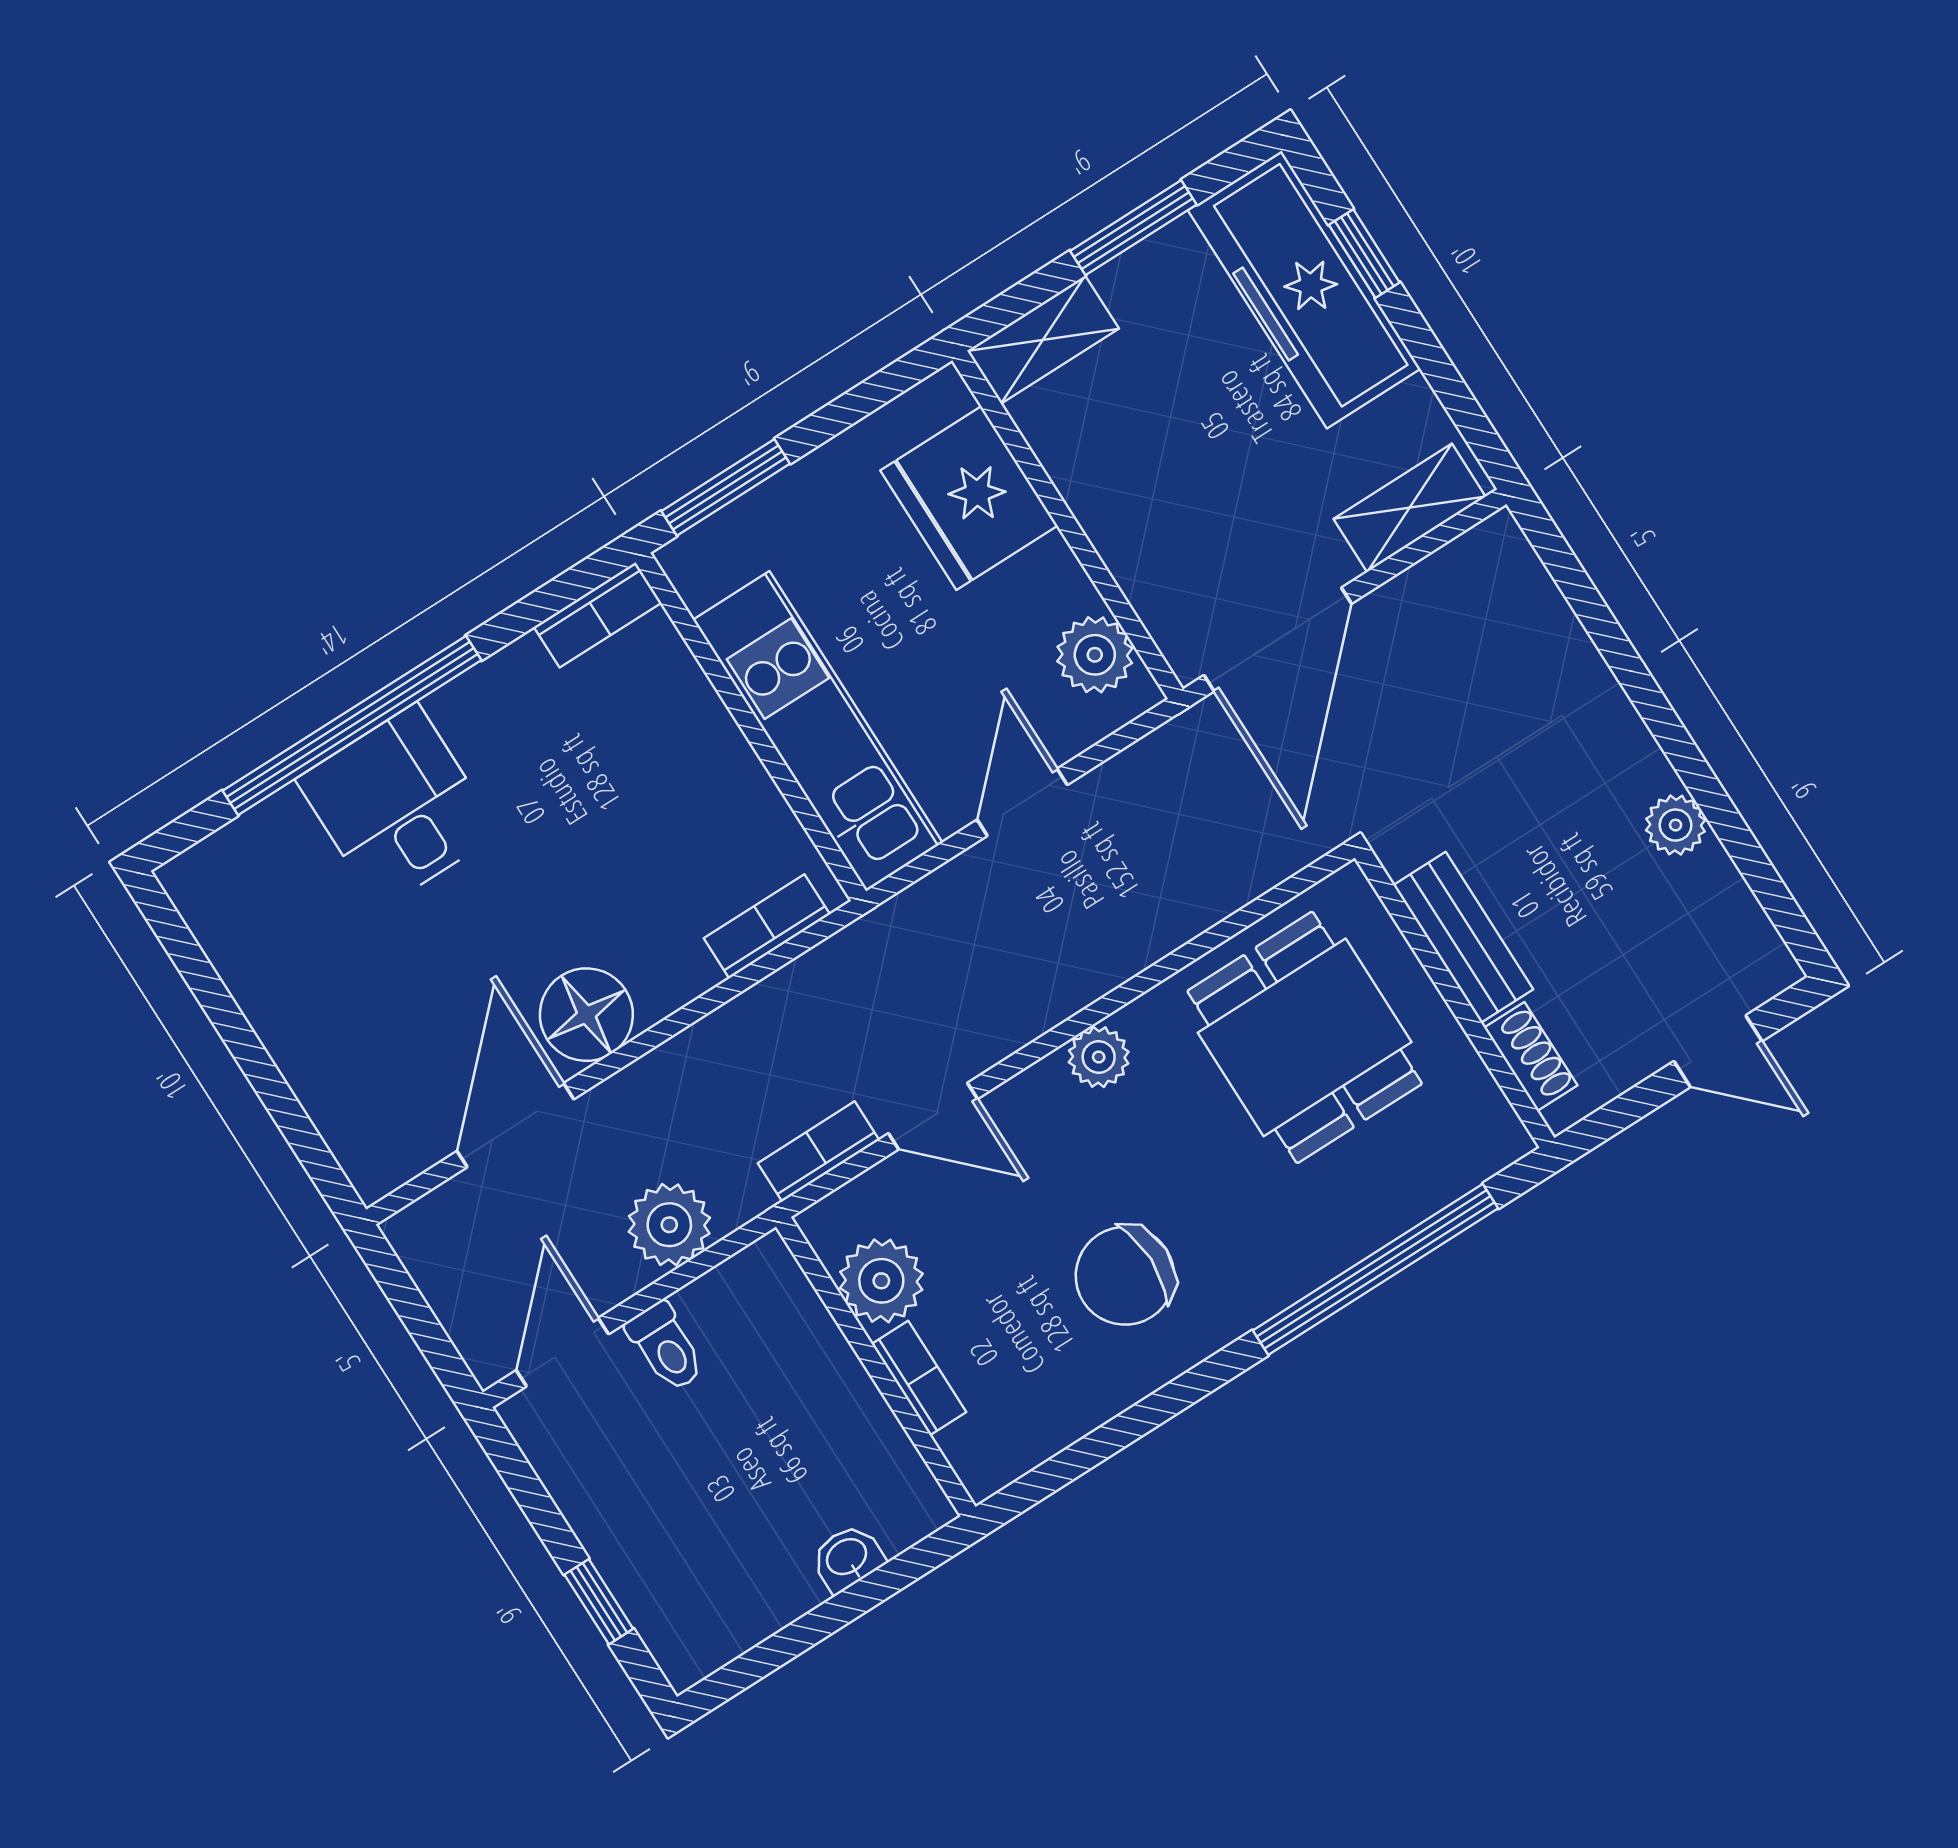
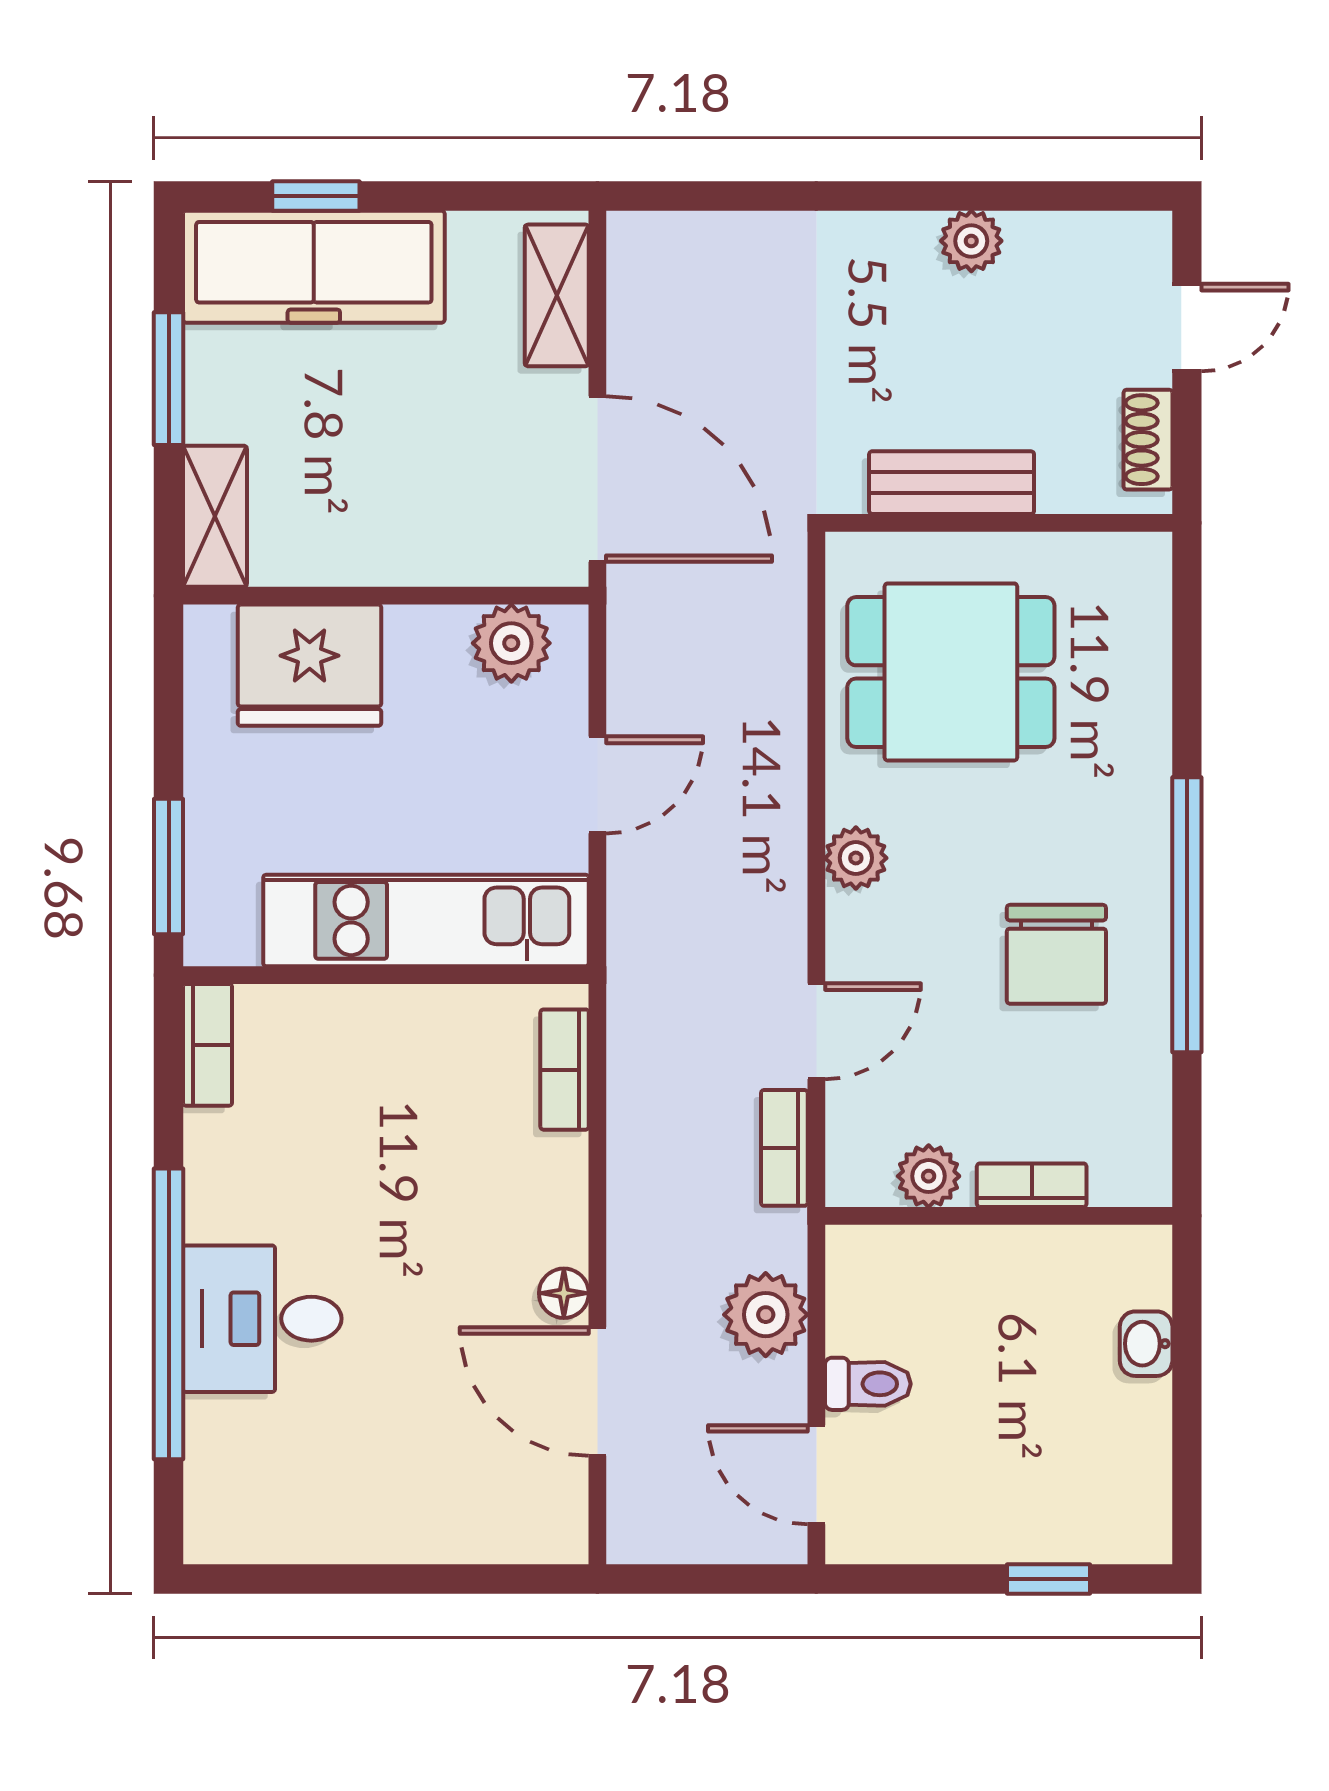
door: (1022, 802) -> (597, 785), swing flipped
floor lamp: (586, 1015) -> (564, 1293), width x0.53, depth x0.53
shoe rack: (1531, 1056) -> (1148, 440), moved, turned -90
window: (1375, 1269) -> (1187, 915), moved
plant: (881, 1281) -> (929, 1176), width x0.73, depth x0.73

